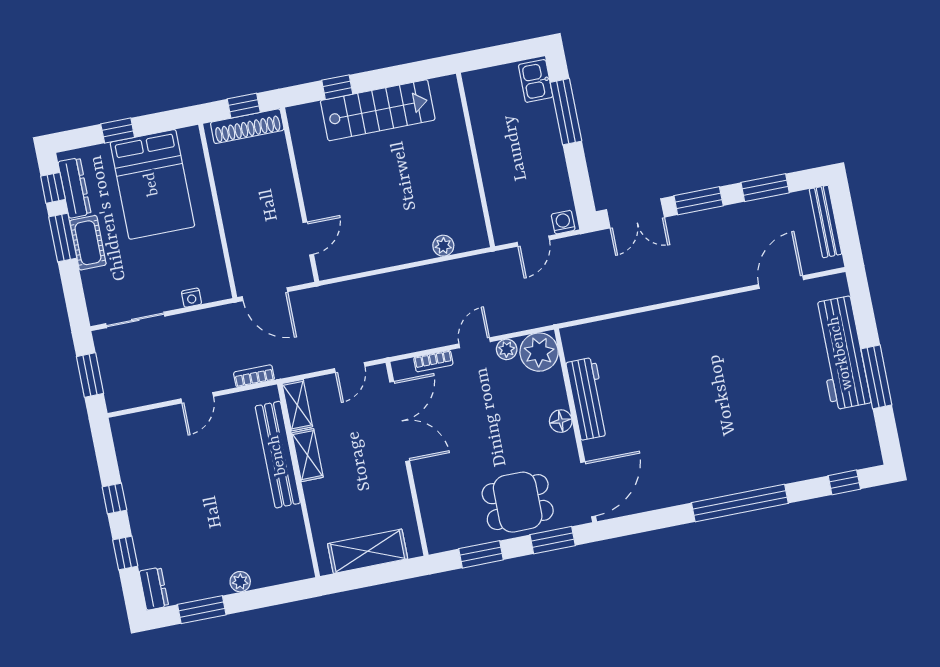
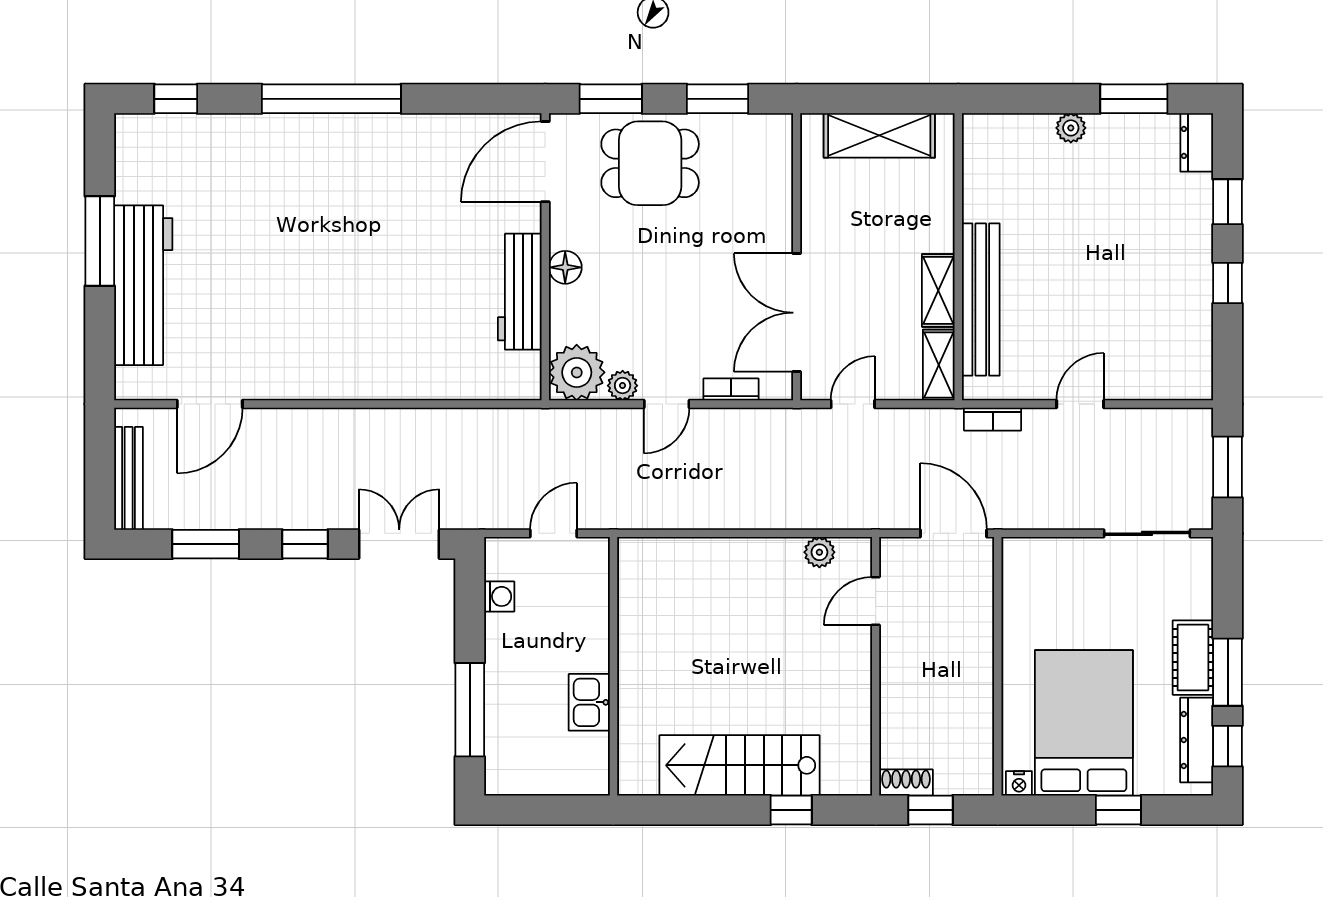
kitchen sink: (536, 81) -> (589, 702), moved, turned 180
shoe rack: (247, 126) -> (906, 783), width x0.51, depth x0.81
window: (699, 201) -> (305, 544), width x0.67
washing machine: (563, 222) -> (499, 596), moved, turned -90
plant: (443, 246) -> (819, 552), moved
nightstand: (191, 298) -> (1019, 783), moved, turned 180

